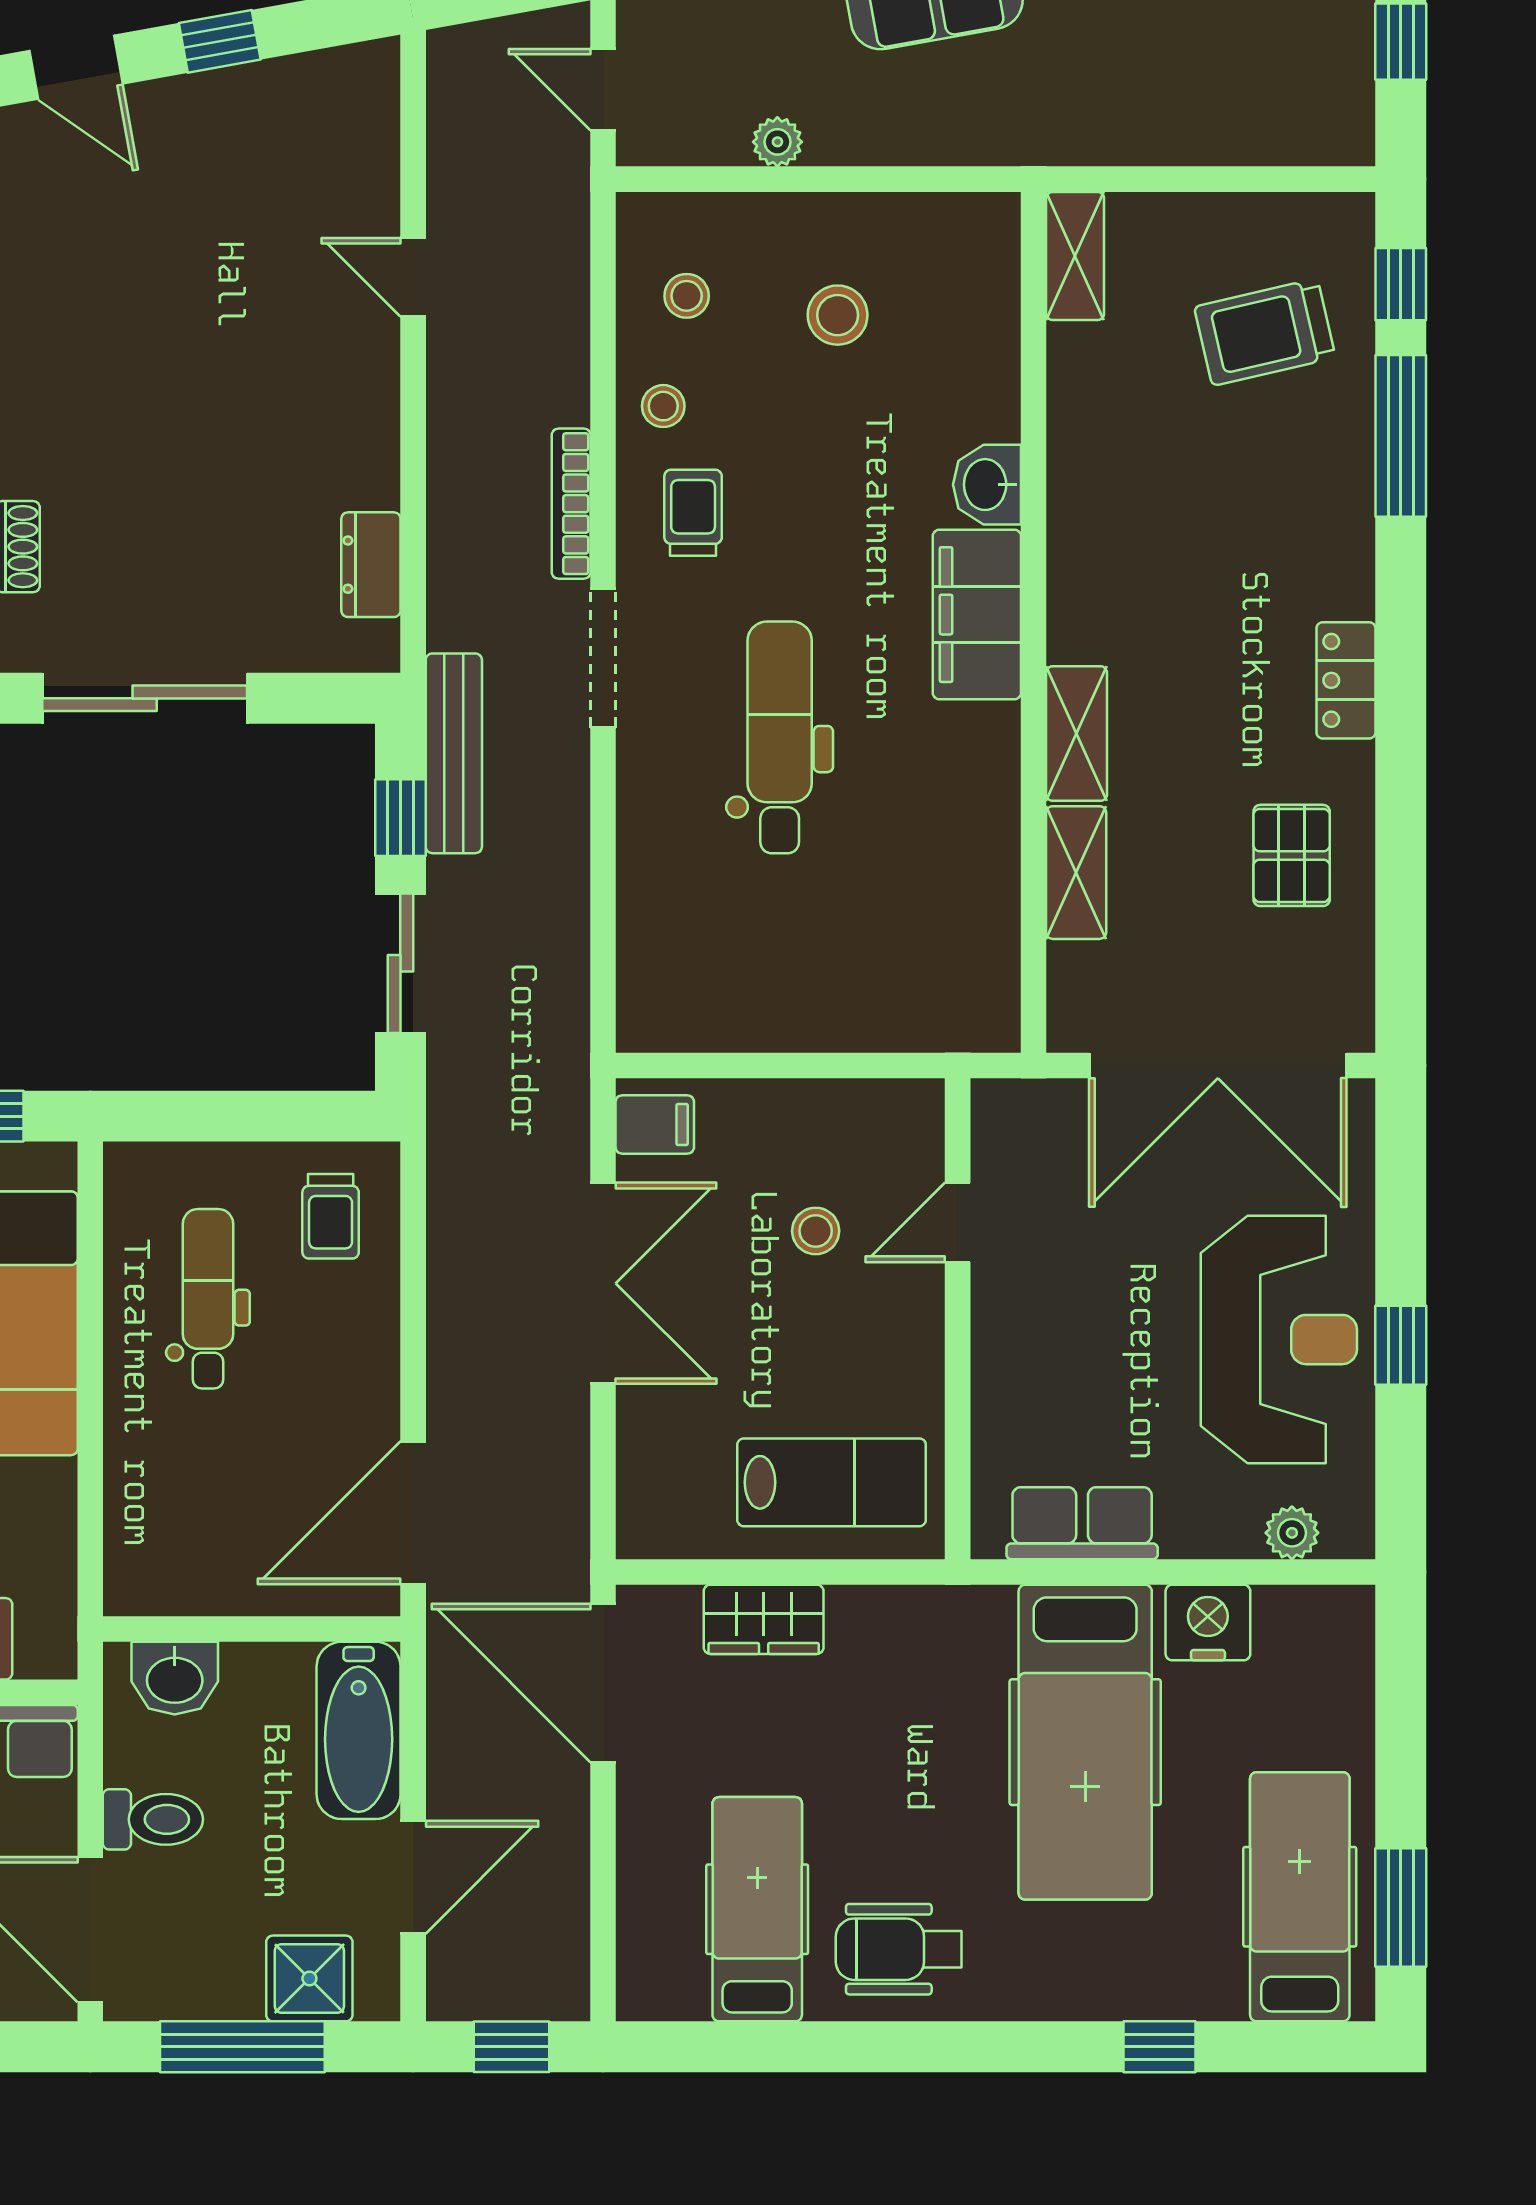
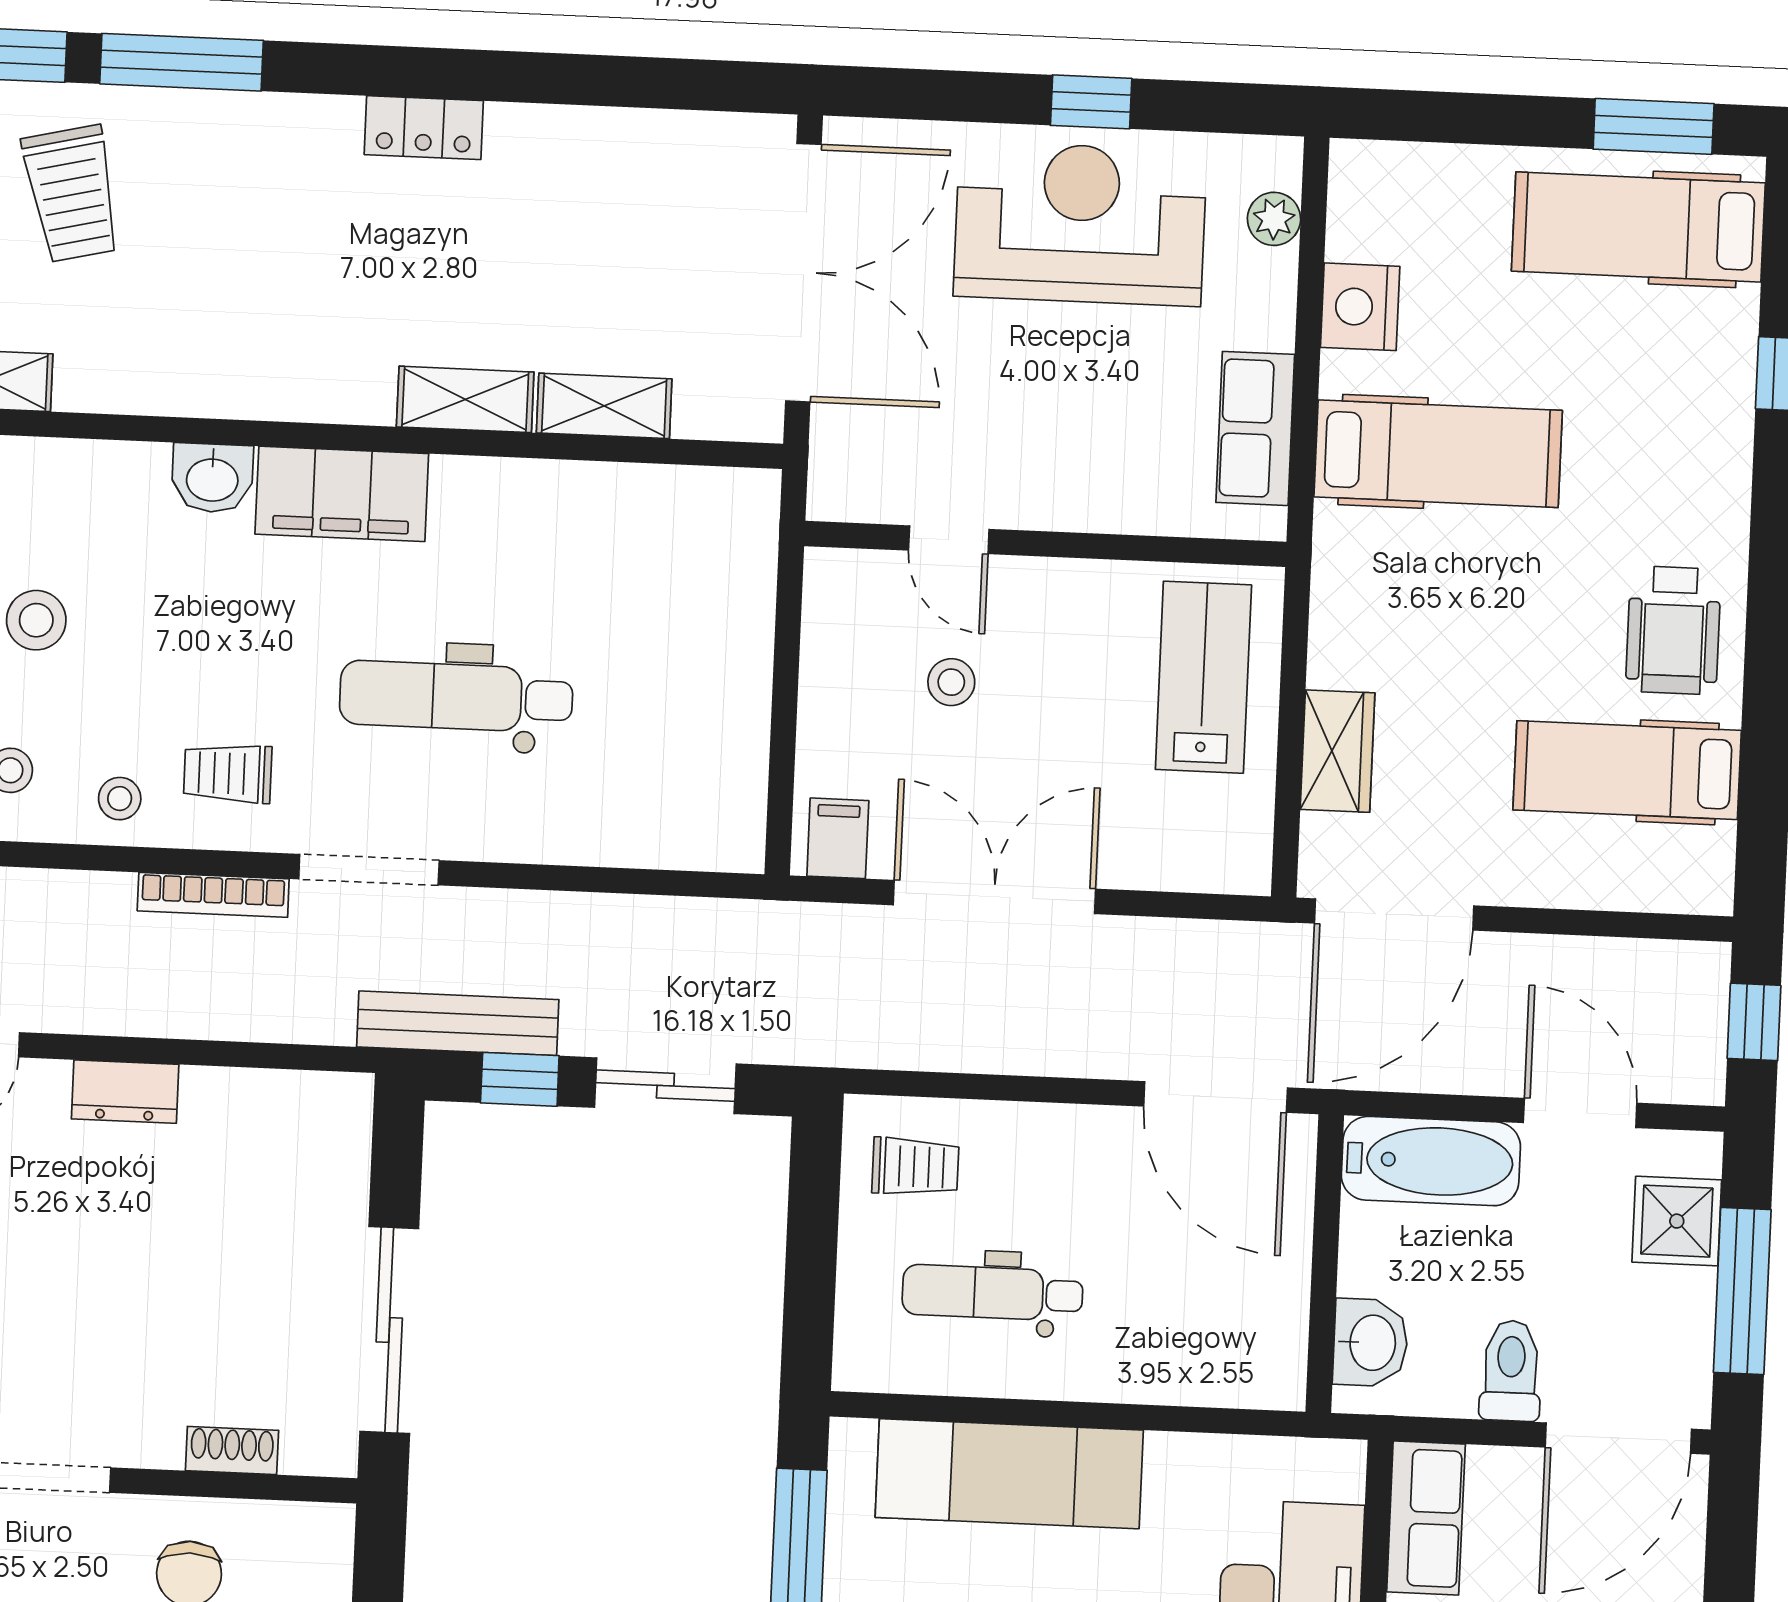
dresser: (371, 565) -> (125, 1092), moved
pallet: (1292, 855) -> (597, 190), removed
hospital bed: (1085, 1742) -> (1438, 454), width x0.73, depth x0.78

